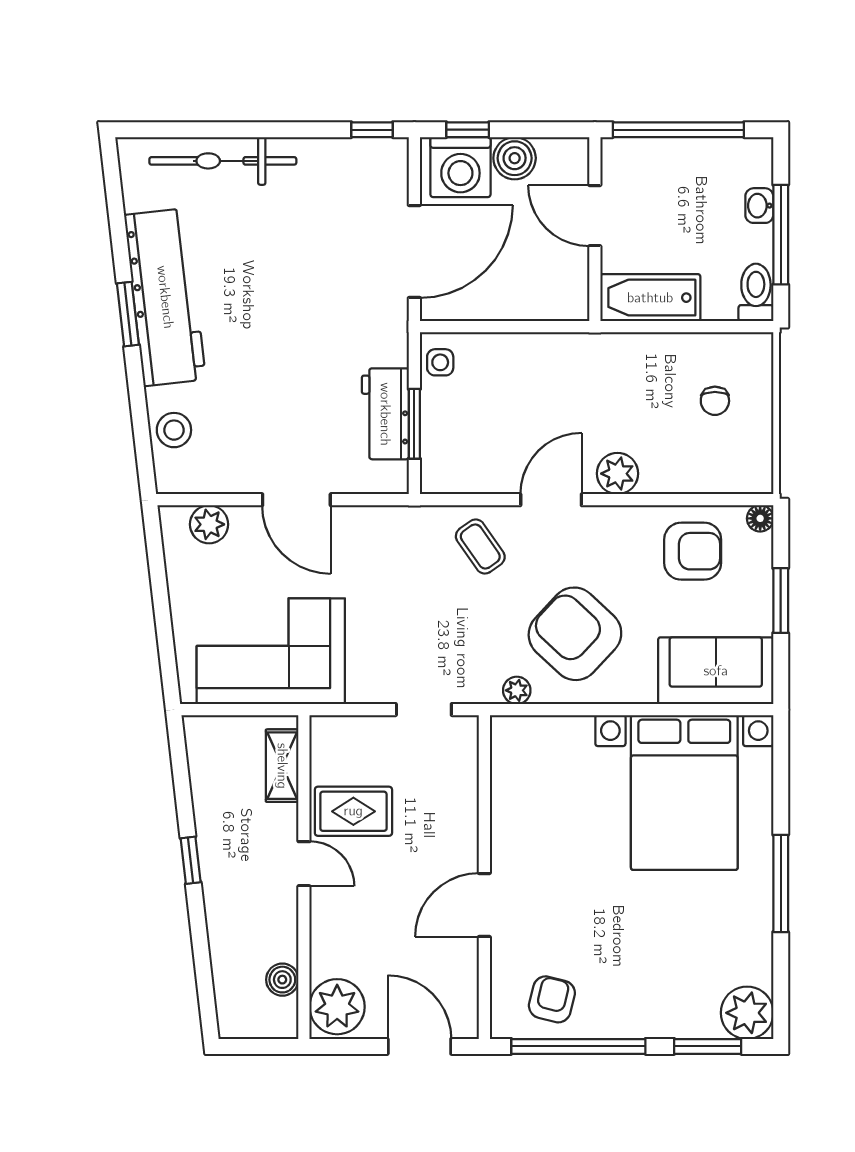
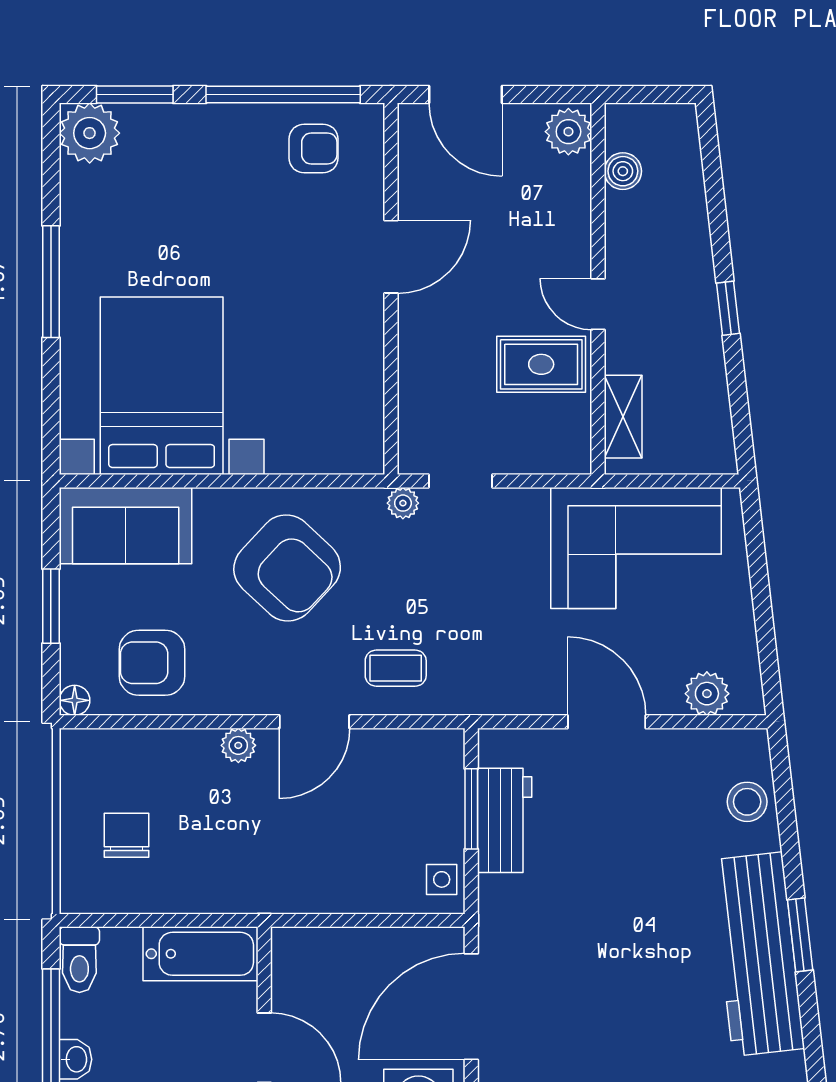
chair: (715, 401) -> (126, 835), width x1.37, depth x1.37
plant: (617, 474) -> (238, 745), width x0.73, depth x0.73
coffee table: (480, 546) -> (396, 668), turned -55
plant: (517, 690) -> (403, 503), moved
armchair: (552, 999) -> (314, 149), turned -104
plant: (337, 1007) -> (568, 132), width x0.73, depth x0.73

